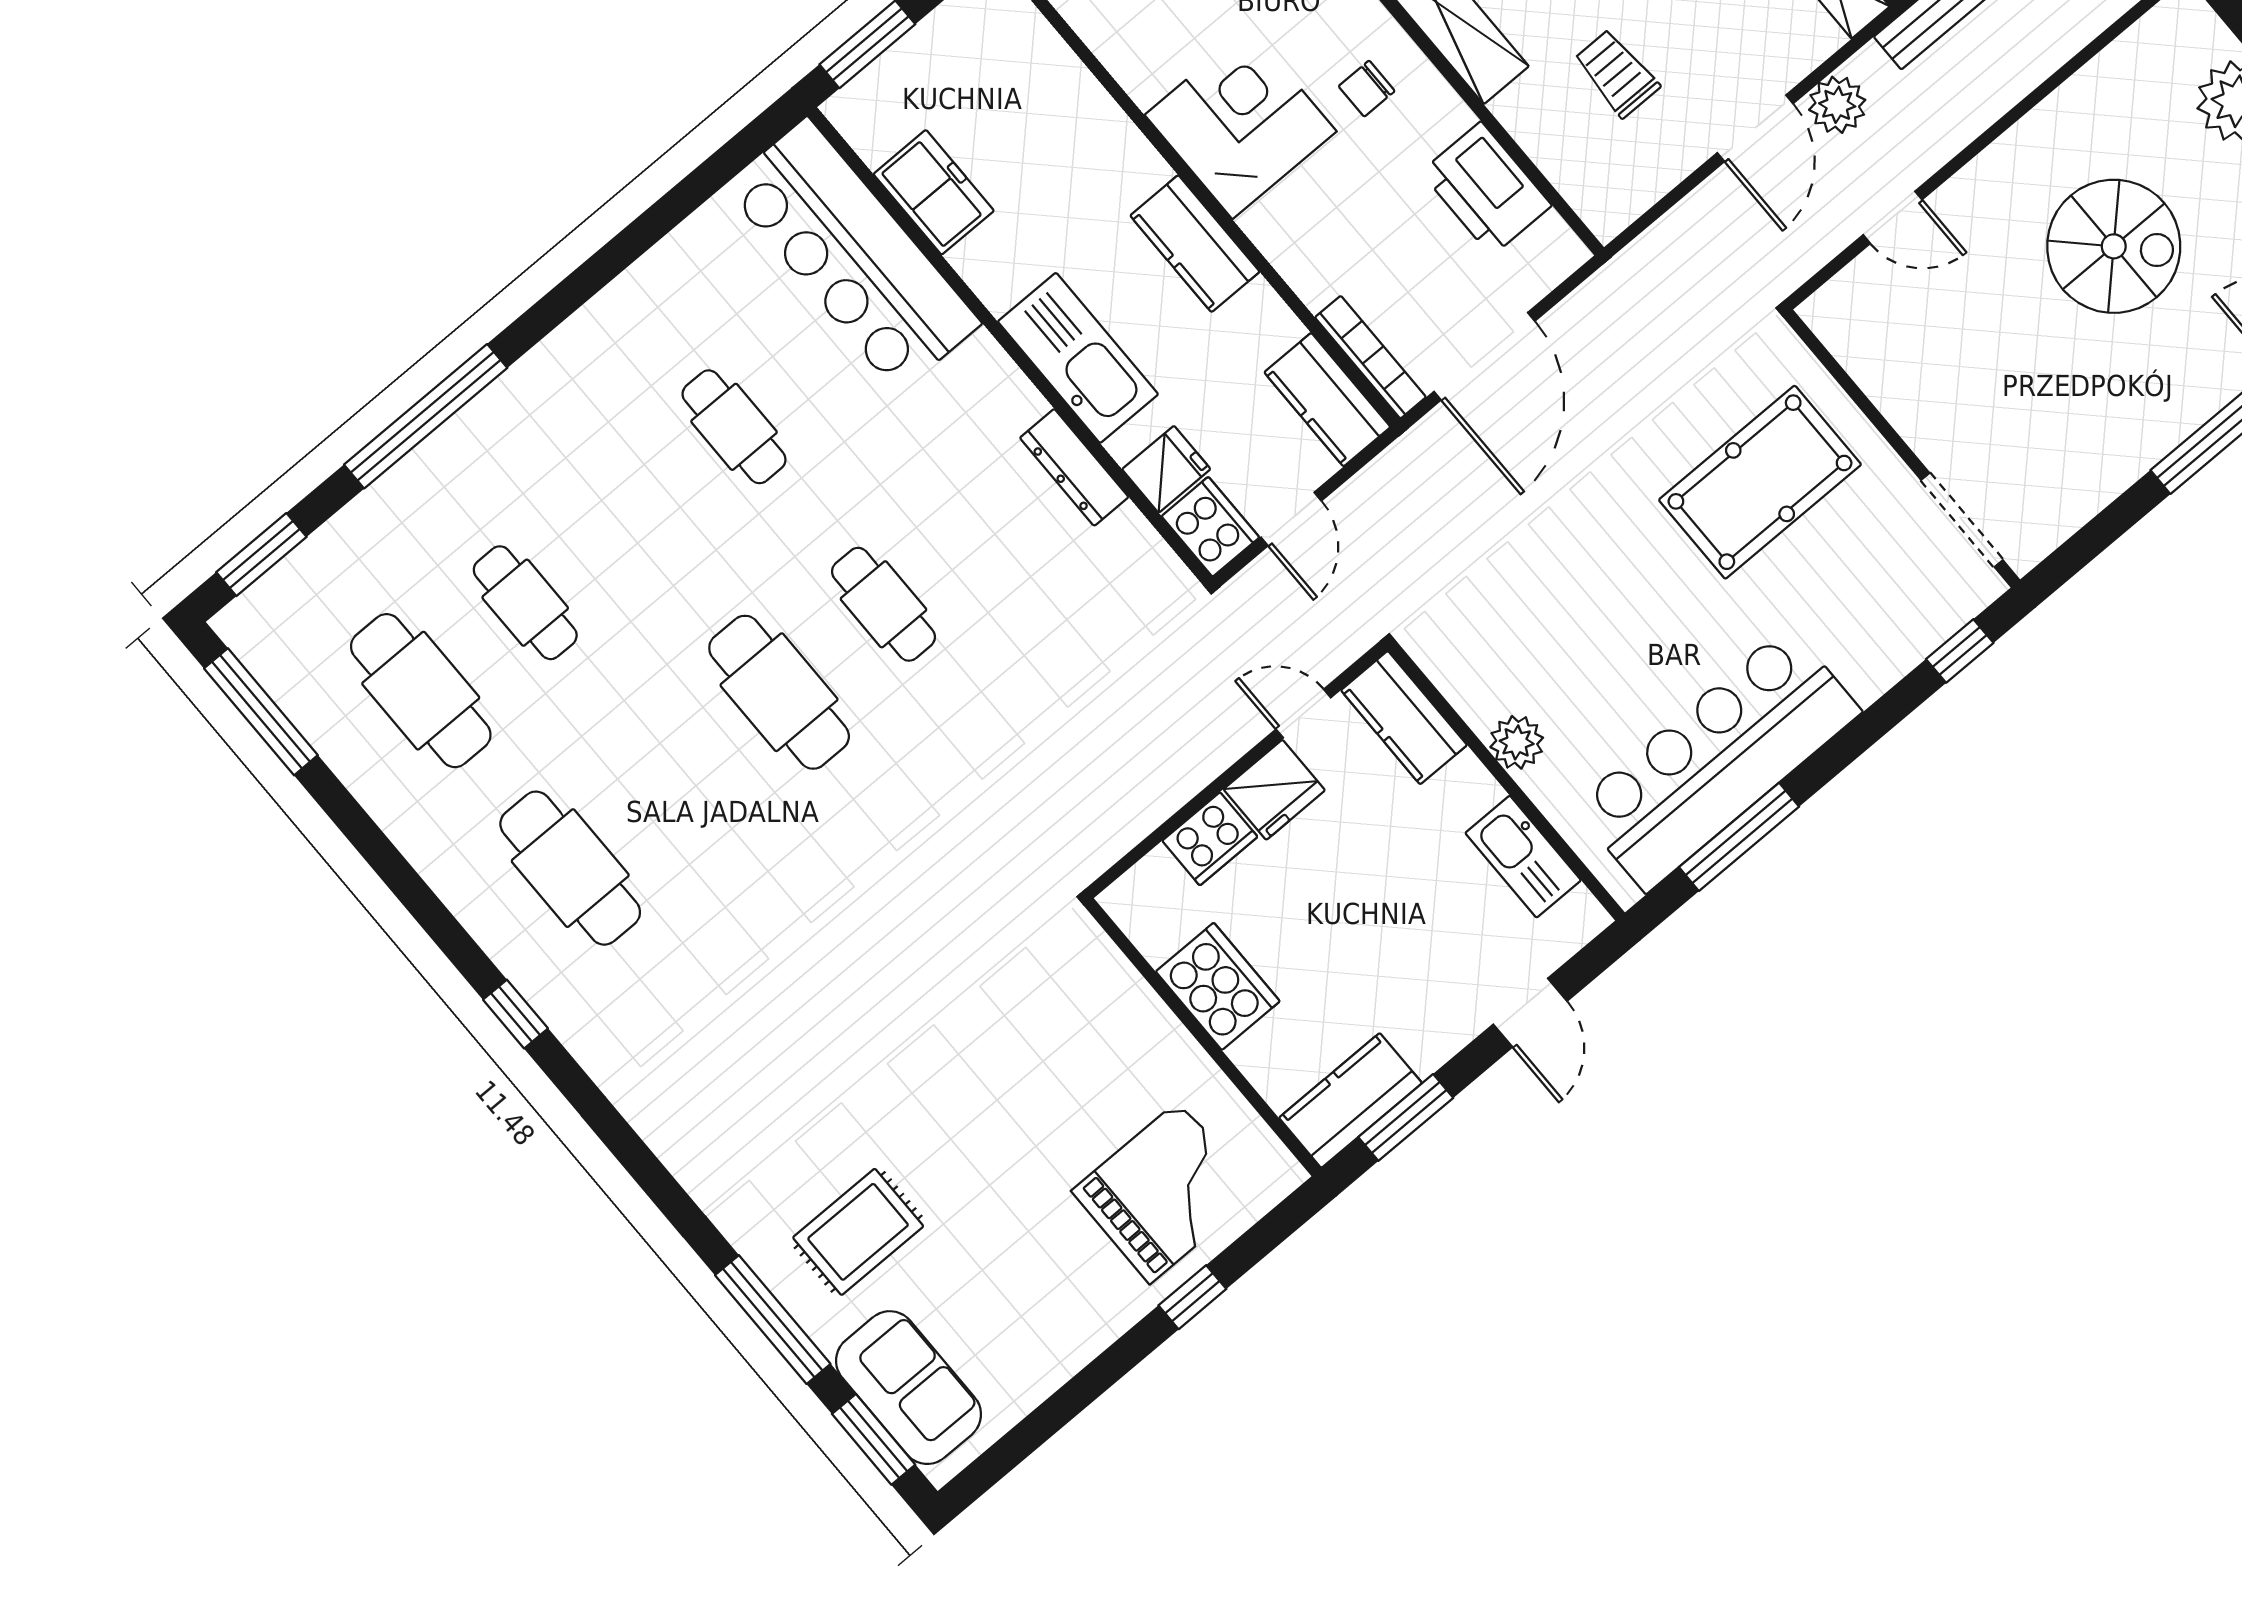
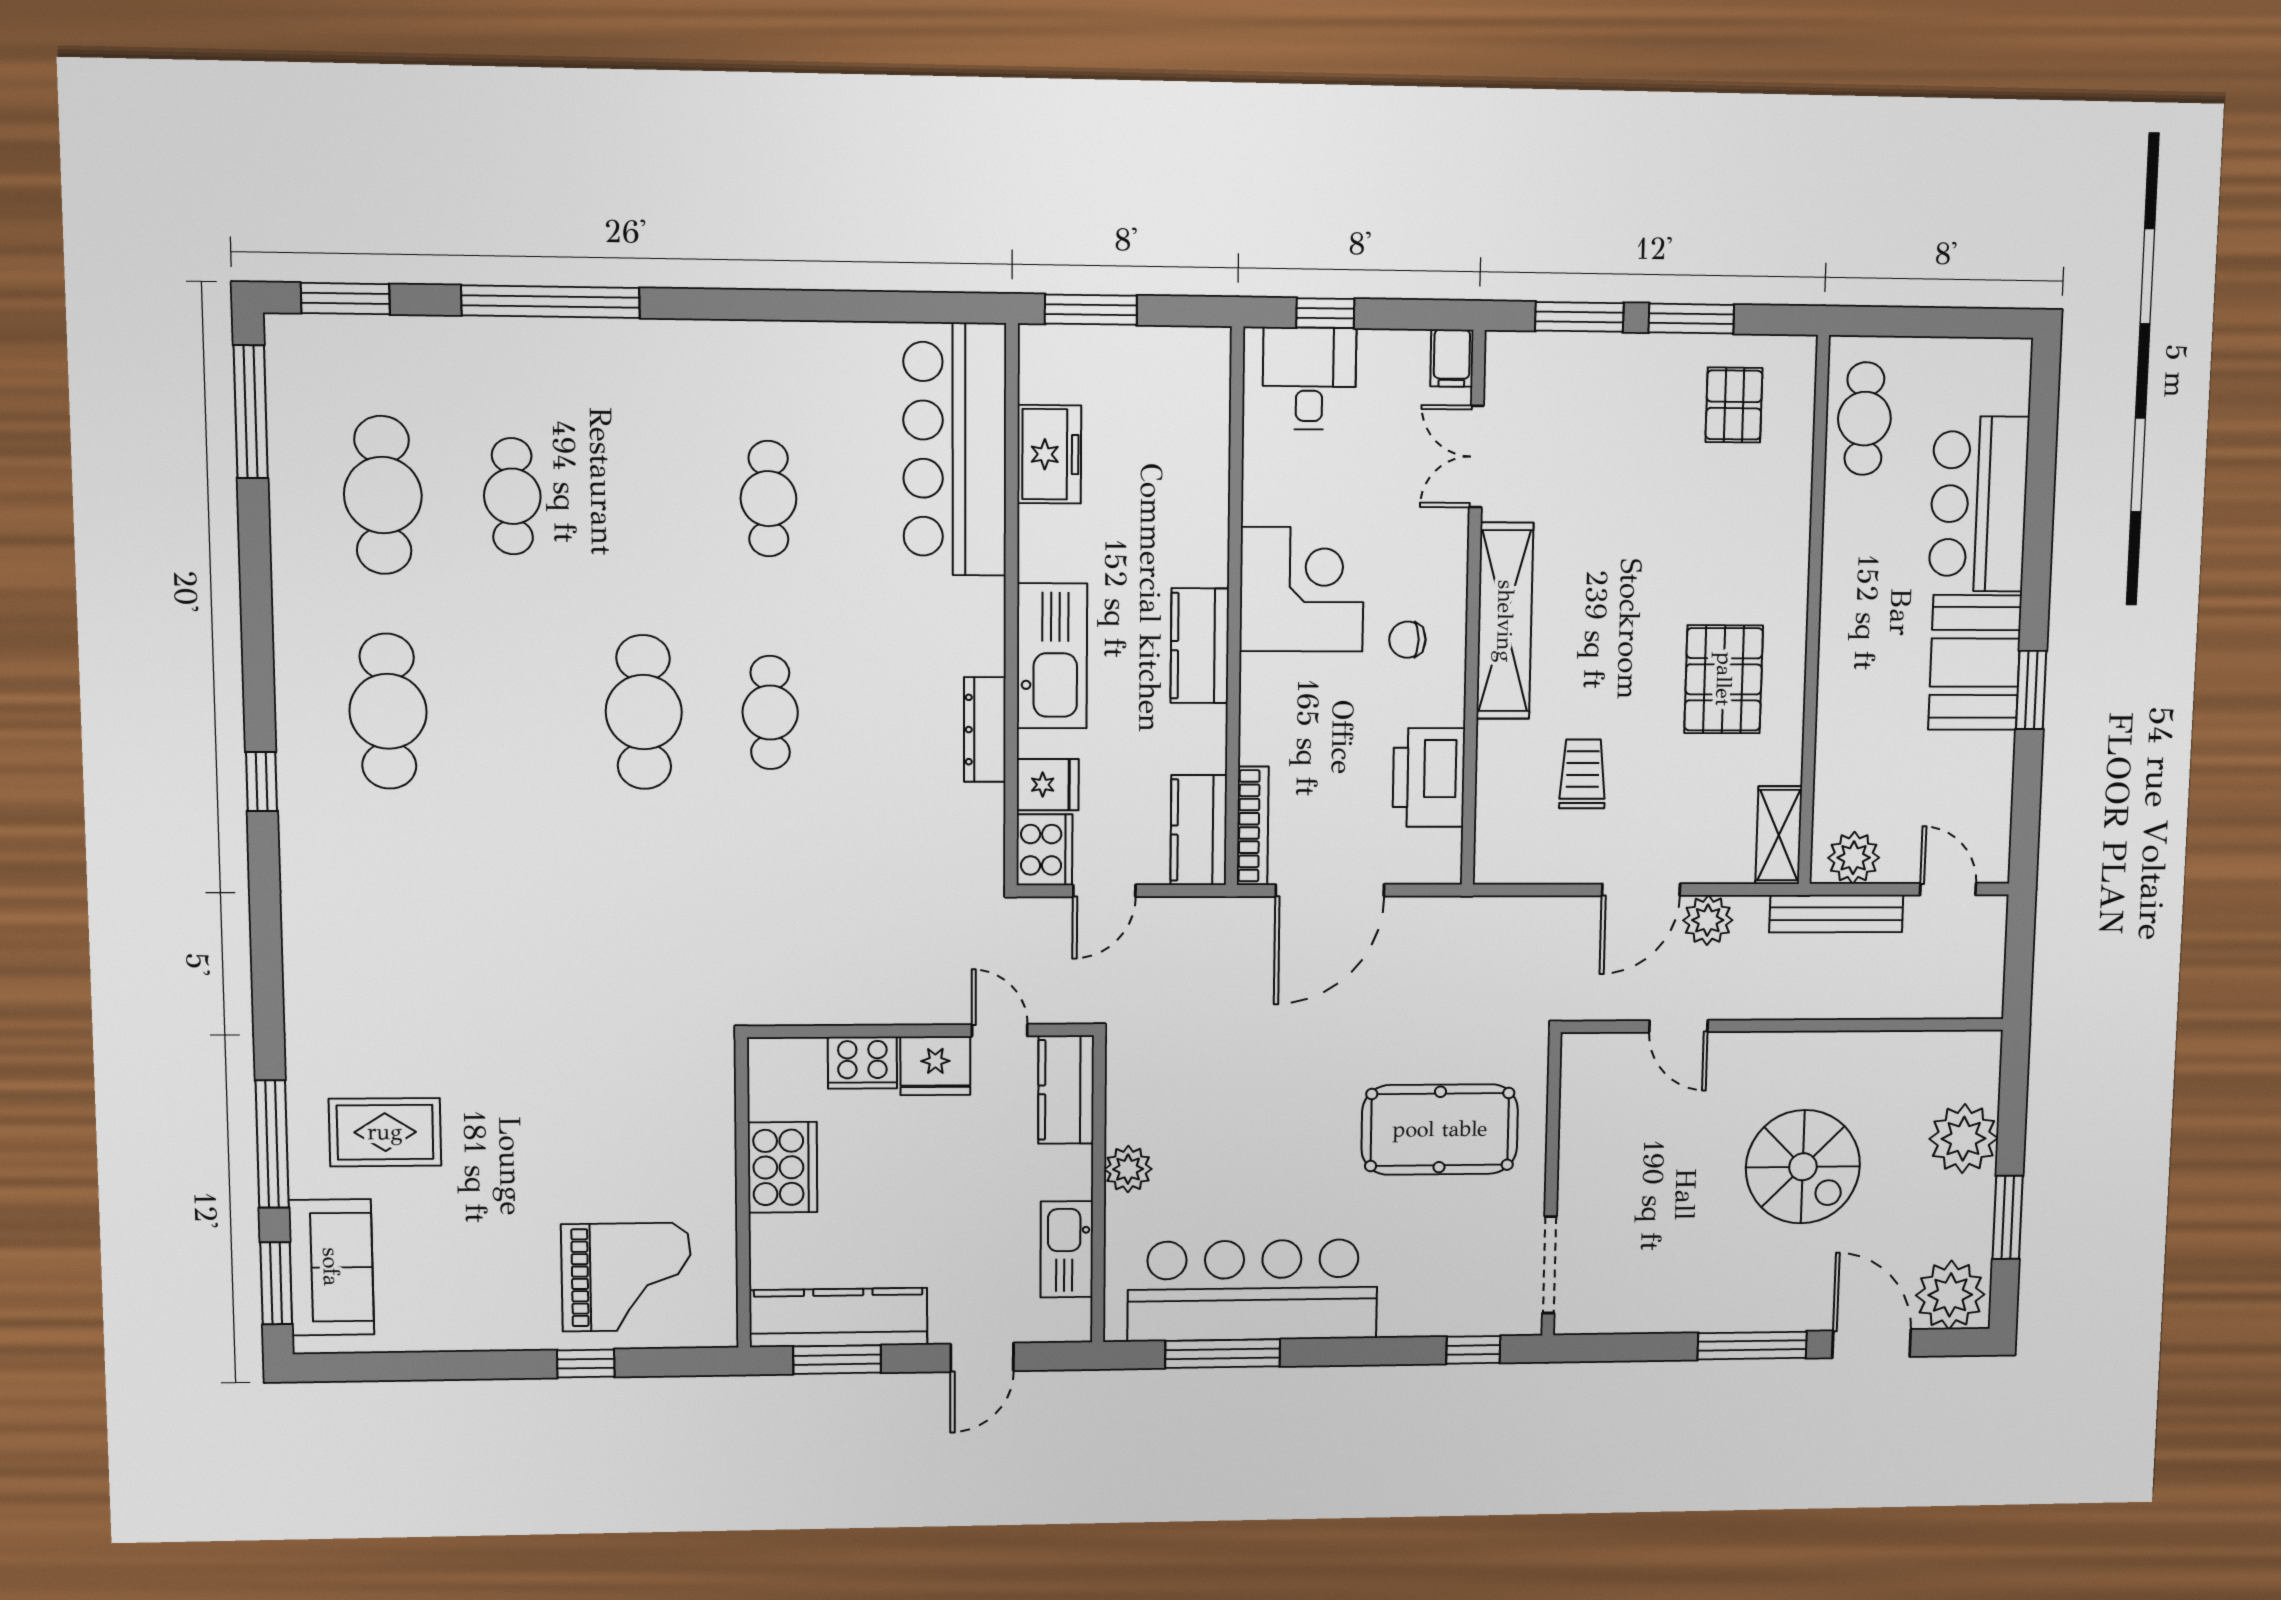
kitchen counter: (1350, 1100) -> (838, 1317), width x1.50

